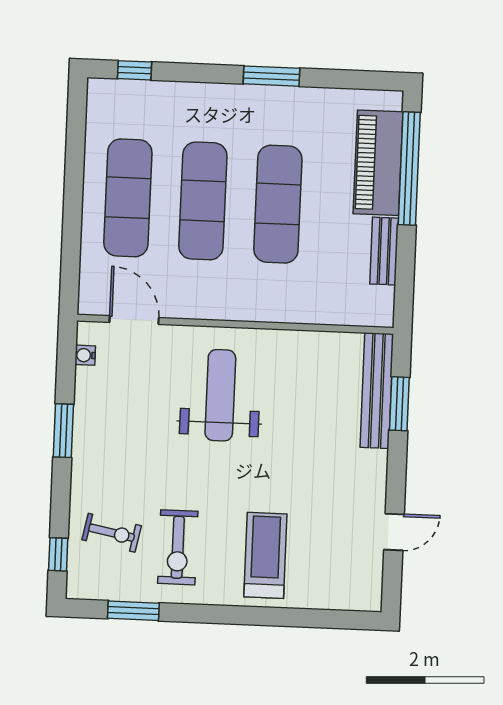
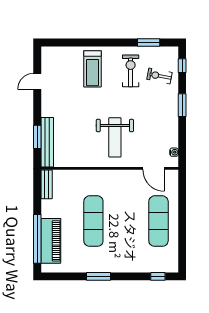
exercise mat: (203, 201) -> (126, 221), removed
bench: (384, 251) -> (47, 184), moved
window: (63, 431) -> (182, 105), moved

